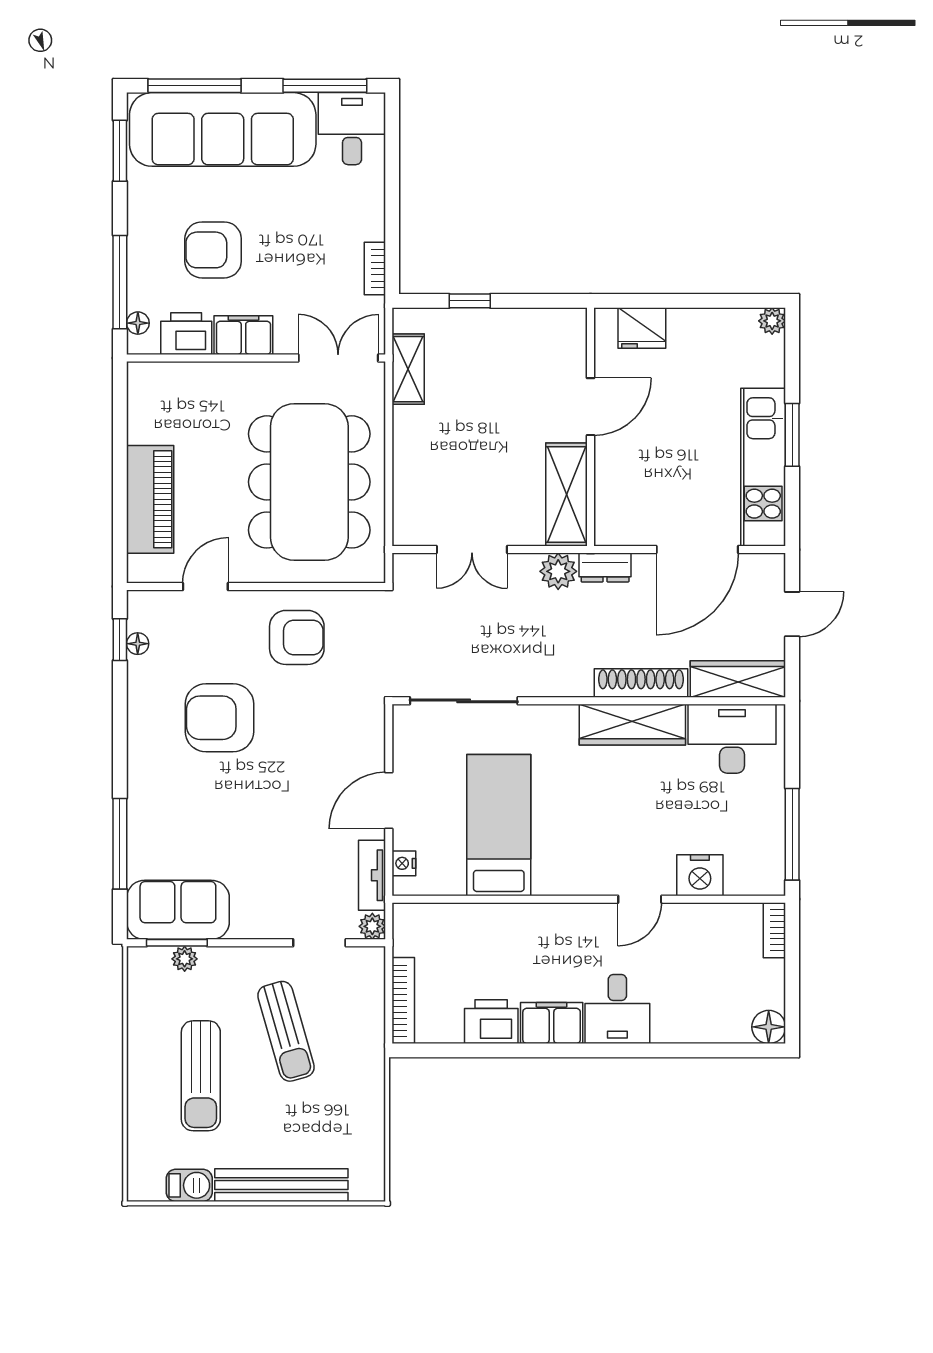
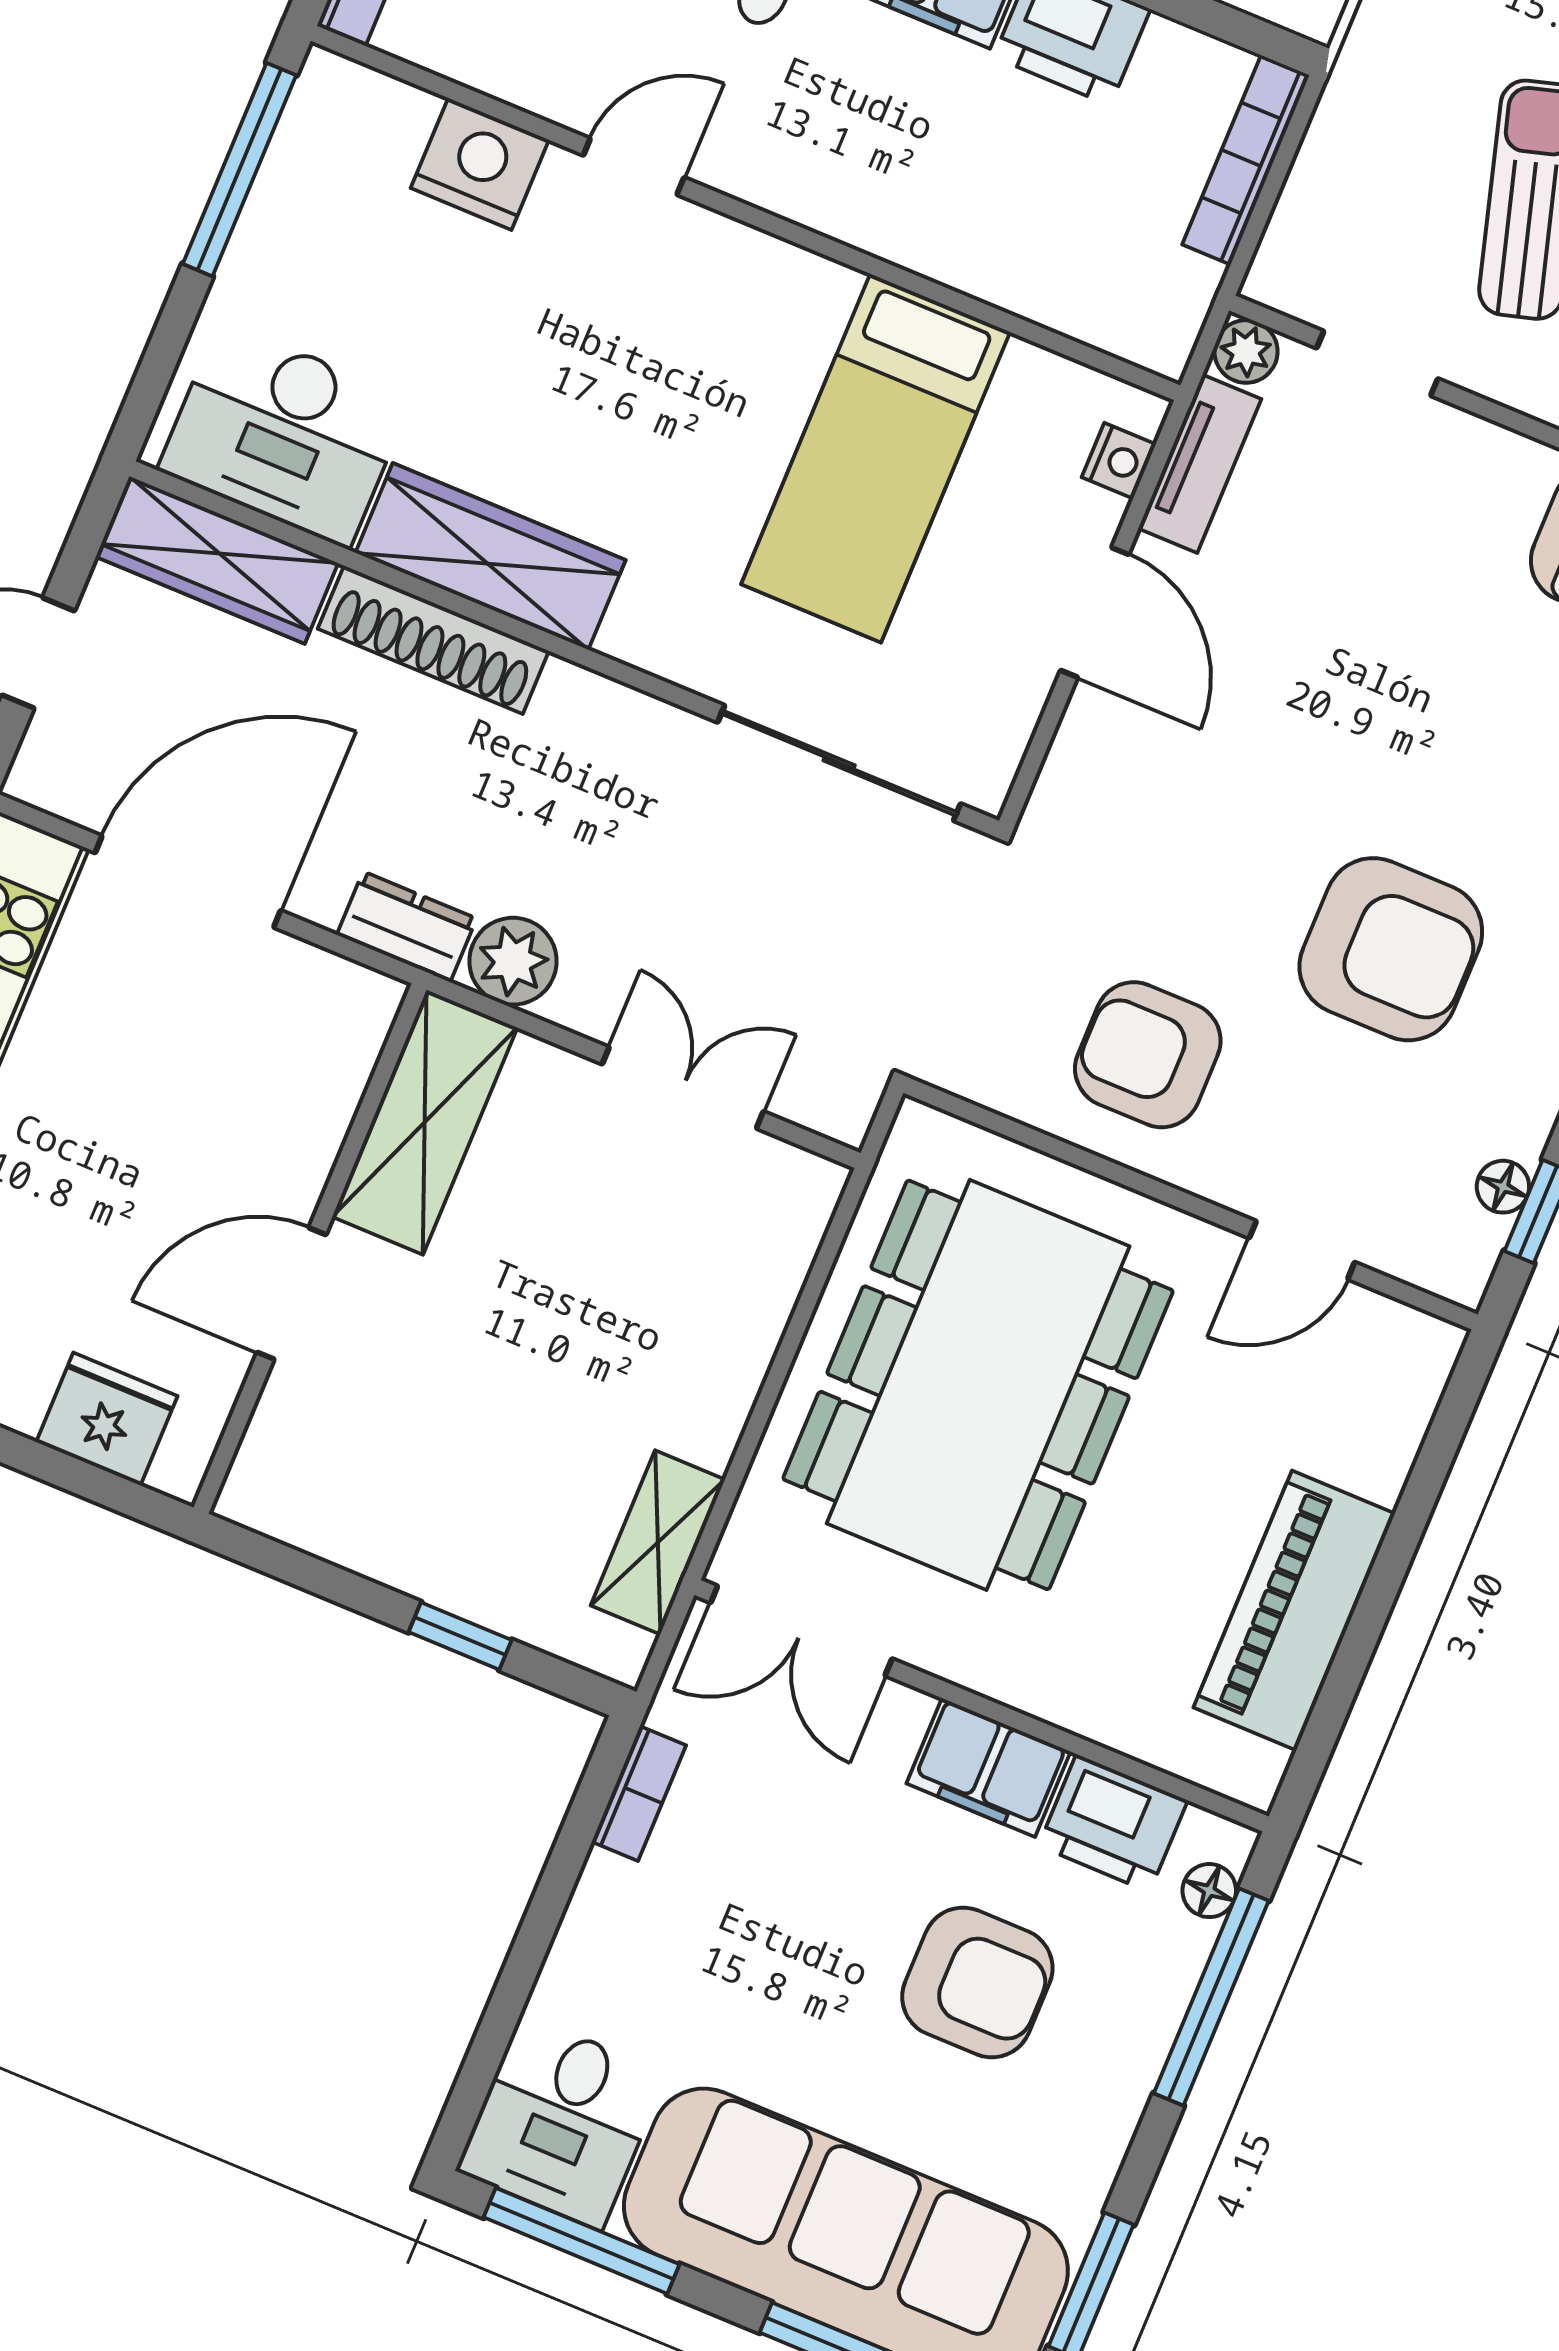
piano: (150, 499) -> (1294, 1610), moved
door: (389, 801) -> (1095, 612), hinge flipped

